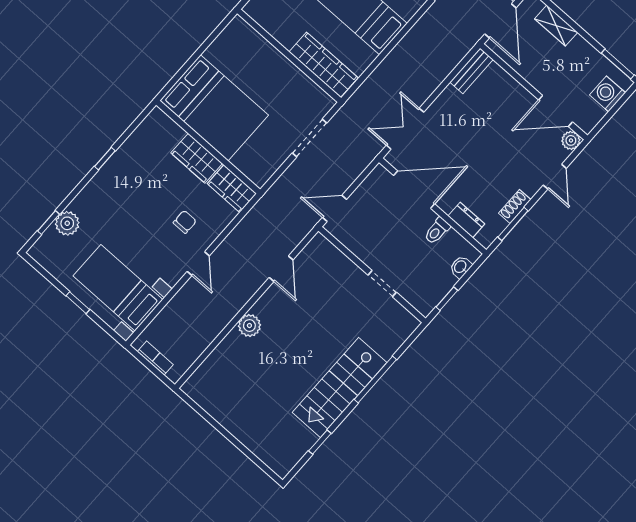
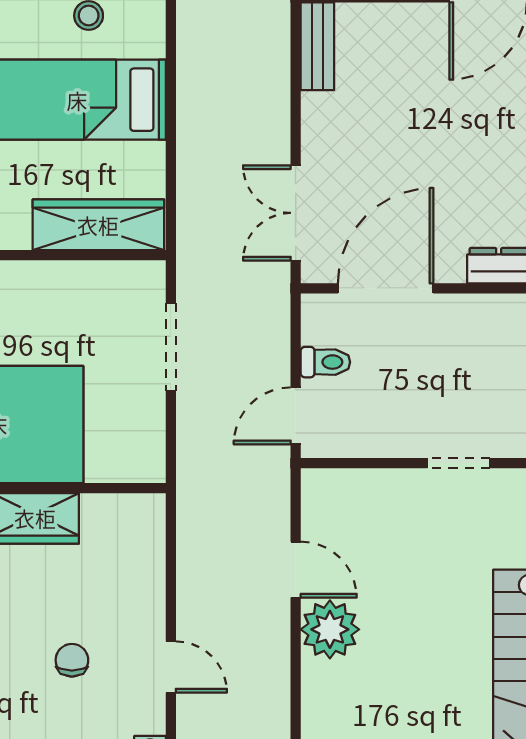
wardrobe: (232, 189) -> (124, 517), removed
chair: (185, 222) -> (72, 660), moved
toilet: (437, 231) -> (325, 362), moved, turned -90
plant: (249, 326) -> (330, 629), moved, width x1.36, depth x1.36

